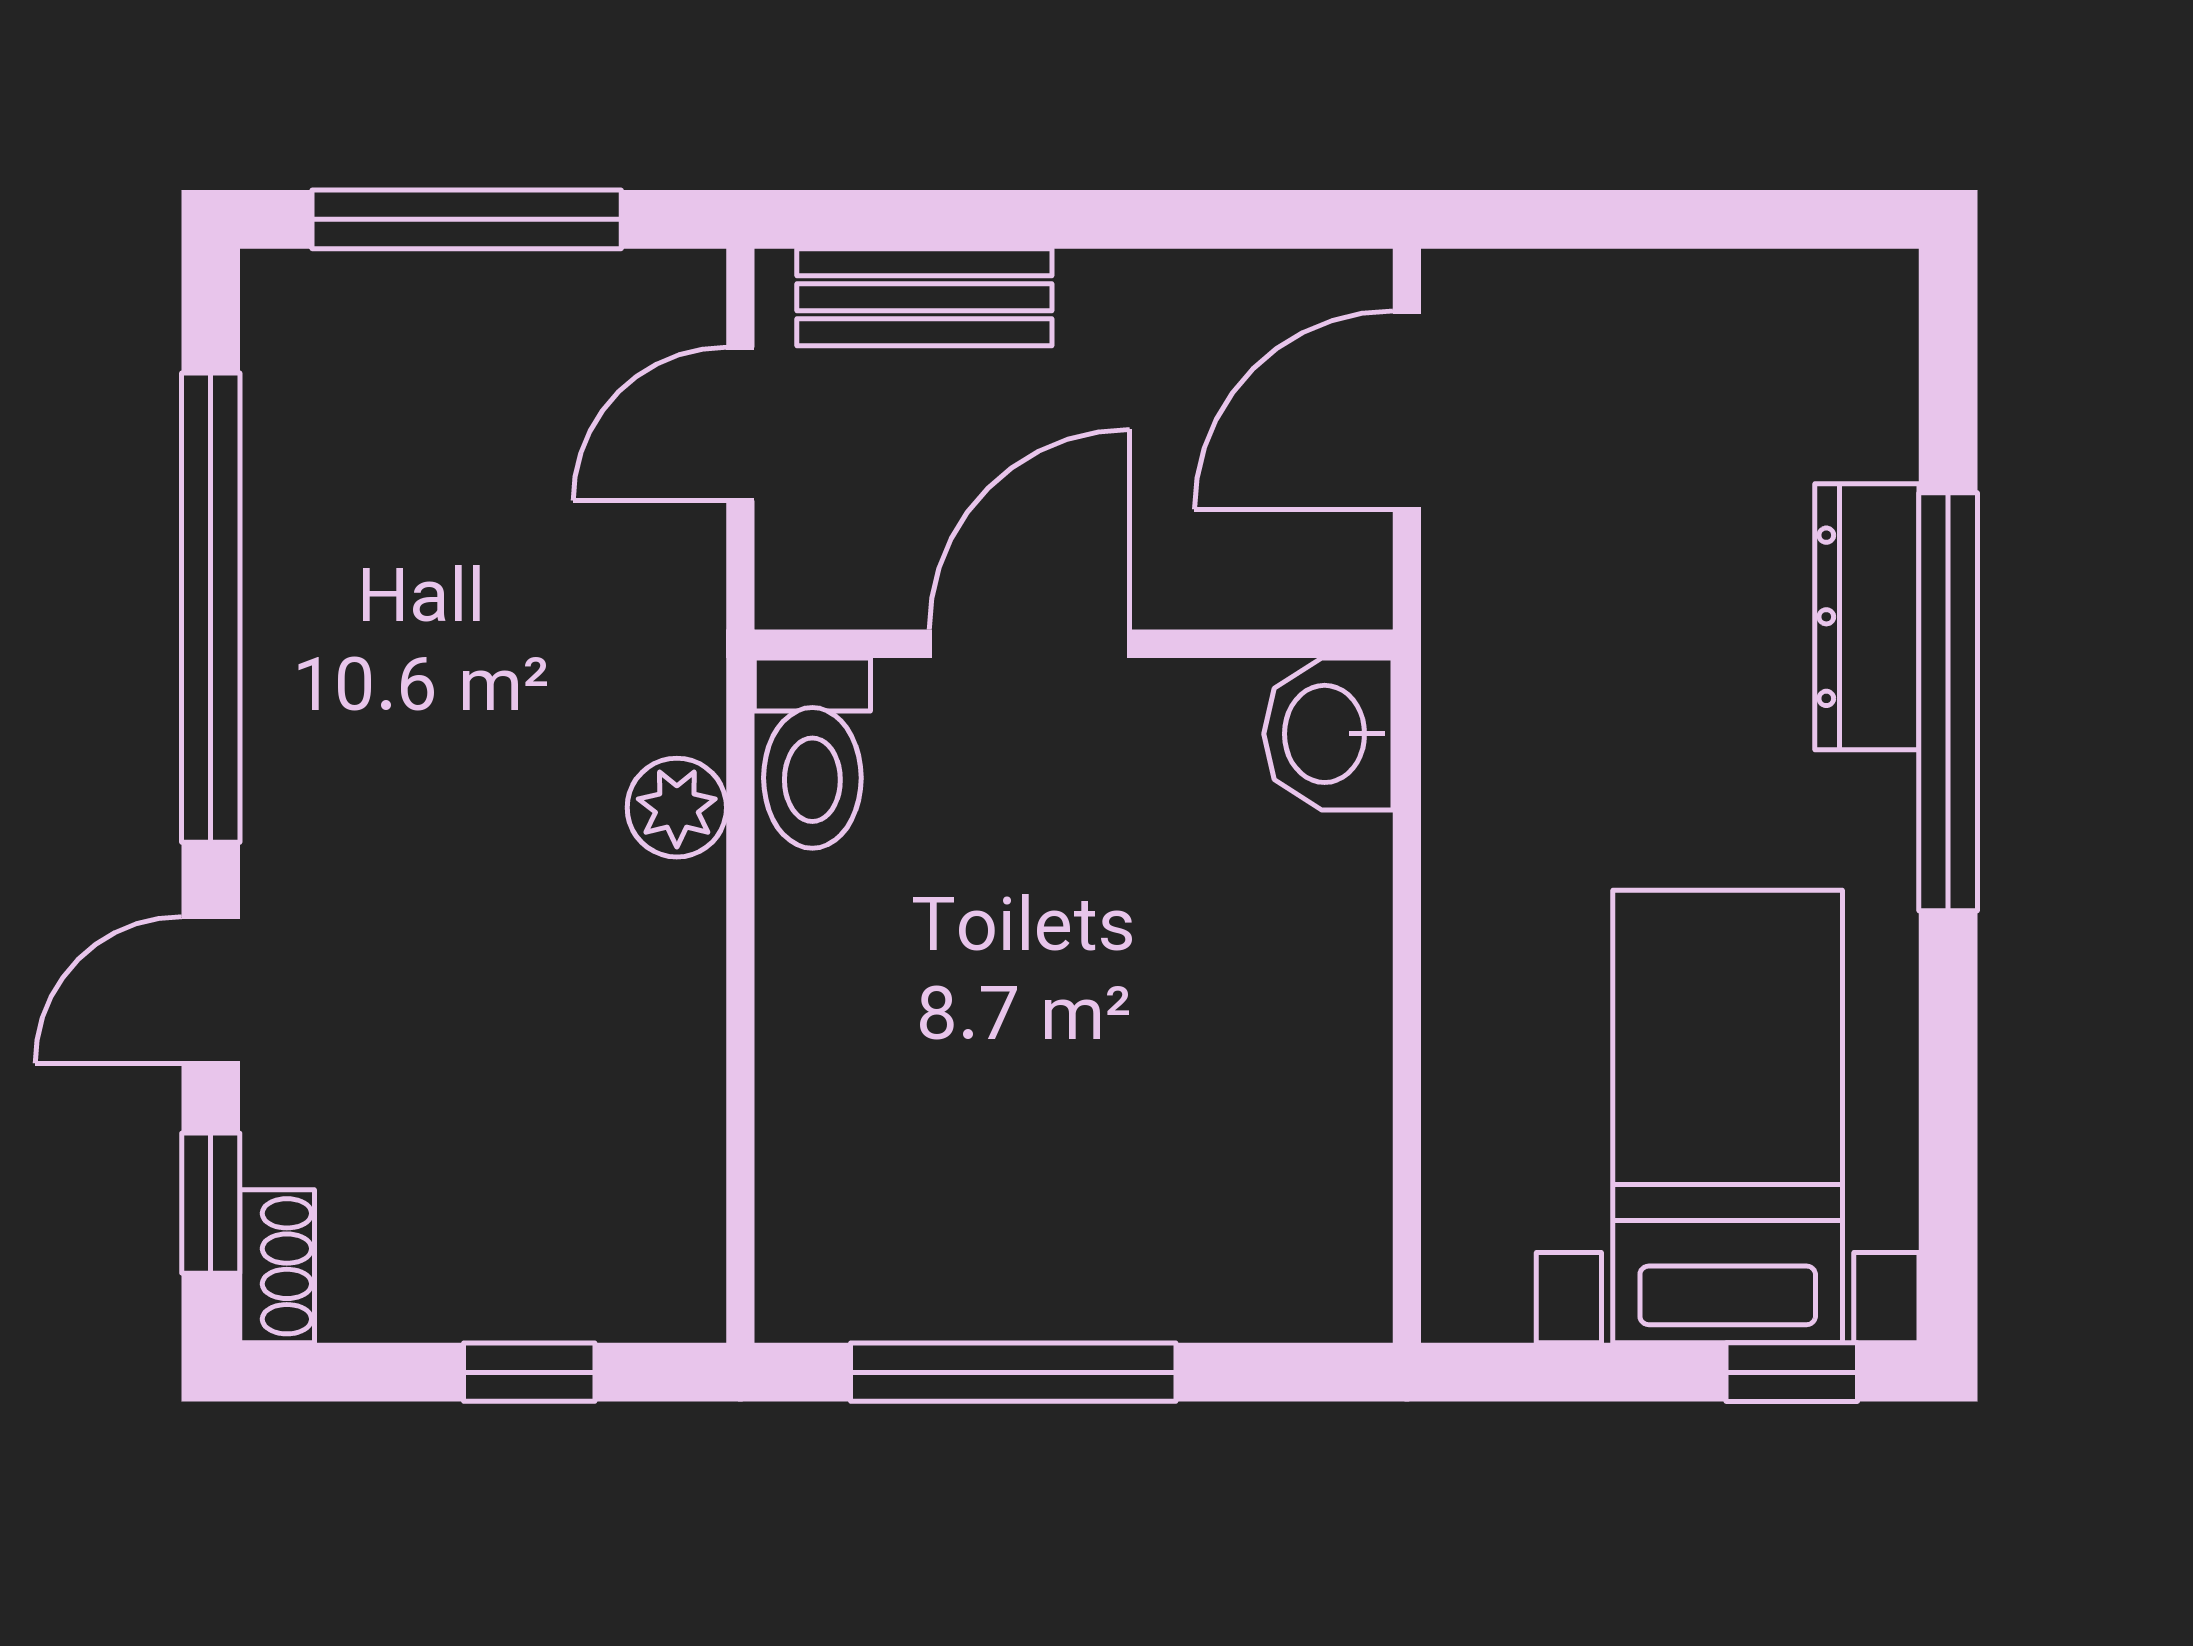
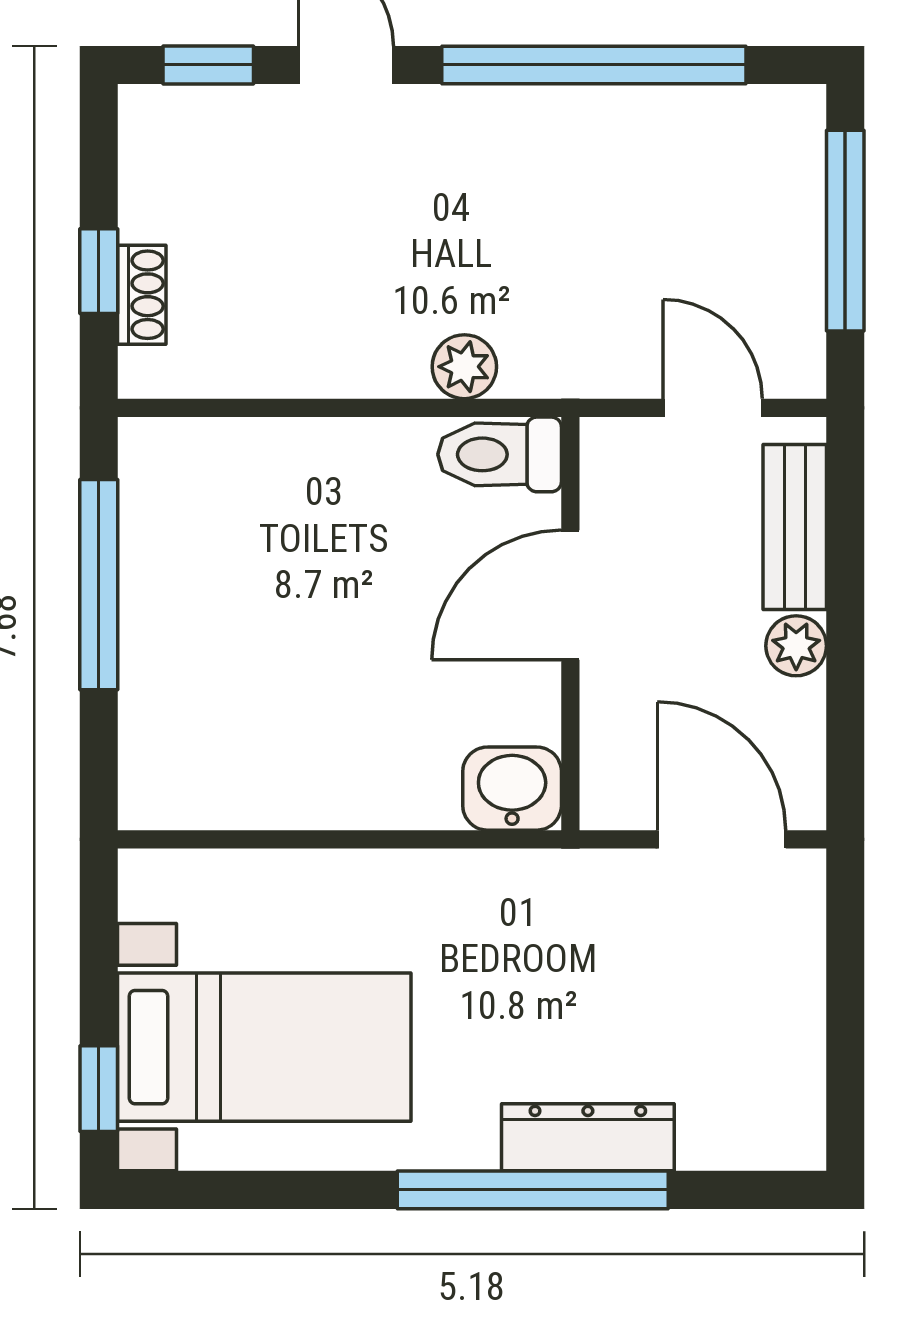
plant: (1108, 295) -> (796, 646), added
door: (1029, 644) -> (570, 595), swing flipped
shoe rack: (277, 1266) -> (142, 295), moved, turned -90

